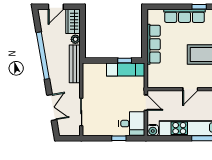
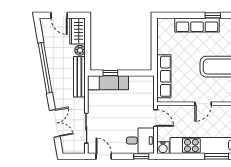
door: (56, 7) -> (59, 15), hinge flipped
row of seats: (154, 44) -> (164, 76), moved
window: (125, 60) -> (110, 73), moved
exam couch: (126, 70) -> (108, 83), moved
door: (98, 138) -> (104, 156), added
window: (119, 138) -> (141, 156), moved

